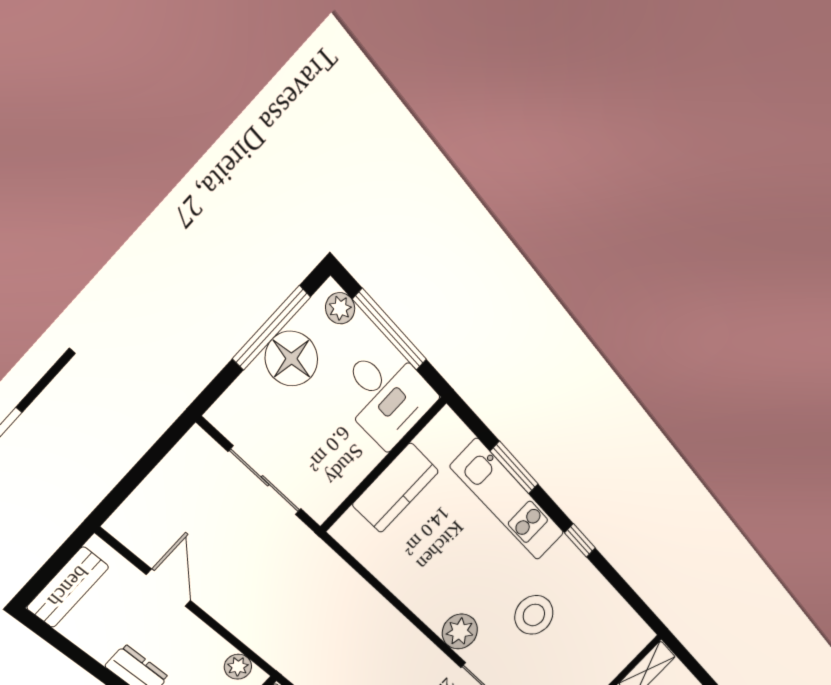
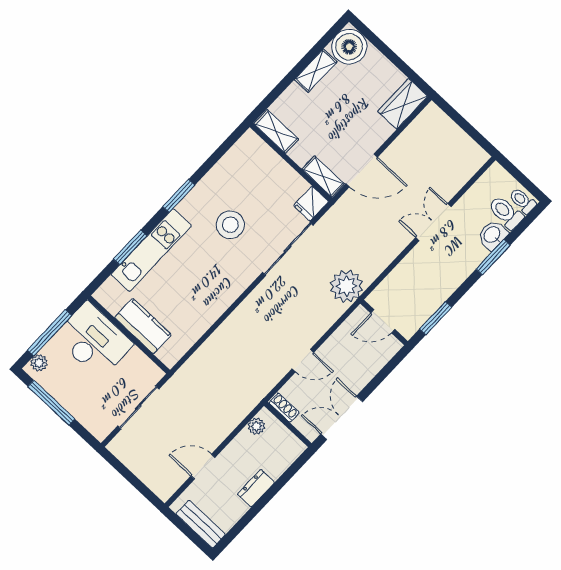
floor lamp: (291, 359) -> (68, 391), removed
desk: (386, 395) -> (93, 340), width x1.37
window: (580, 540) -> (179, 196), width x1.50
plant: (460, 632) -> (240, 278), removed

